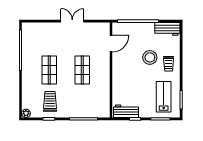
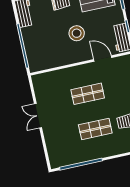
door: (111, 44) -> (103, 59), moved
stool: (150, 57) -> (77, 33), moved

